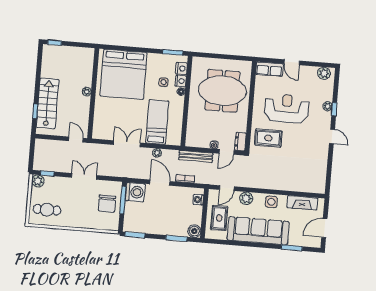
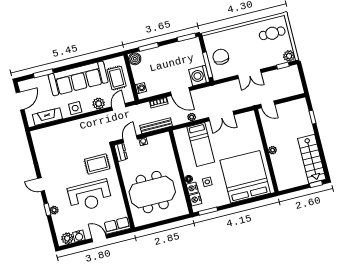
water cooler: (312, 72) -> (79, 236), added
stairs: (47, 103) -> (312, 159), moved

